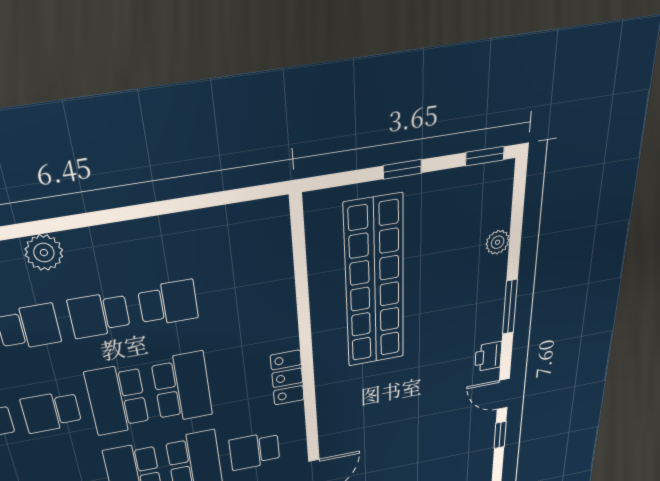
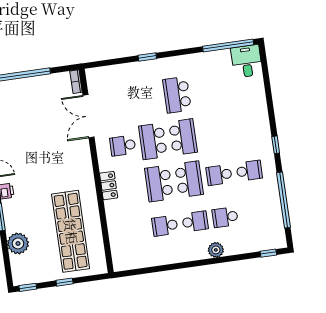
plant: (498, 242) -> (18, 243), width x1.88, depth x1.88
school desk: (51, 412) -> (219, 175), turned 180
school desk: (255, 451) -> (123, 146), turned 180

